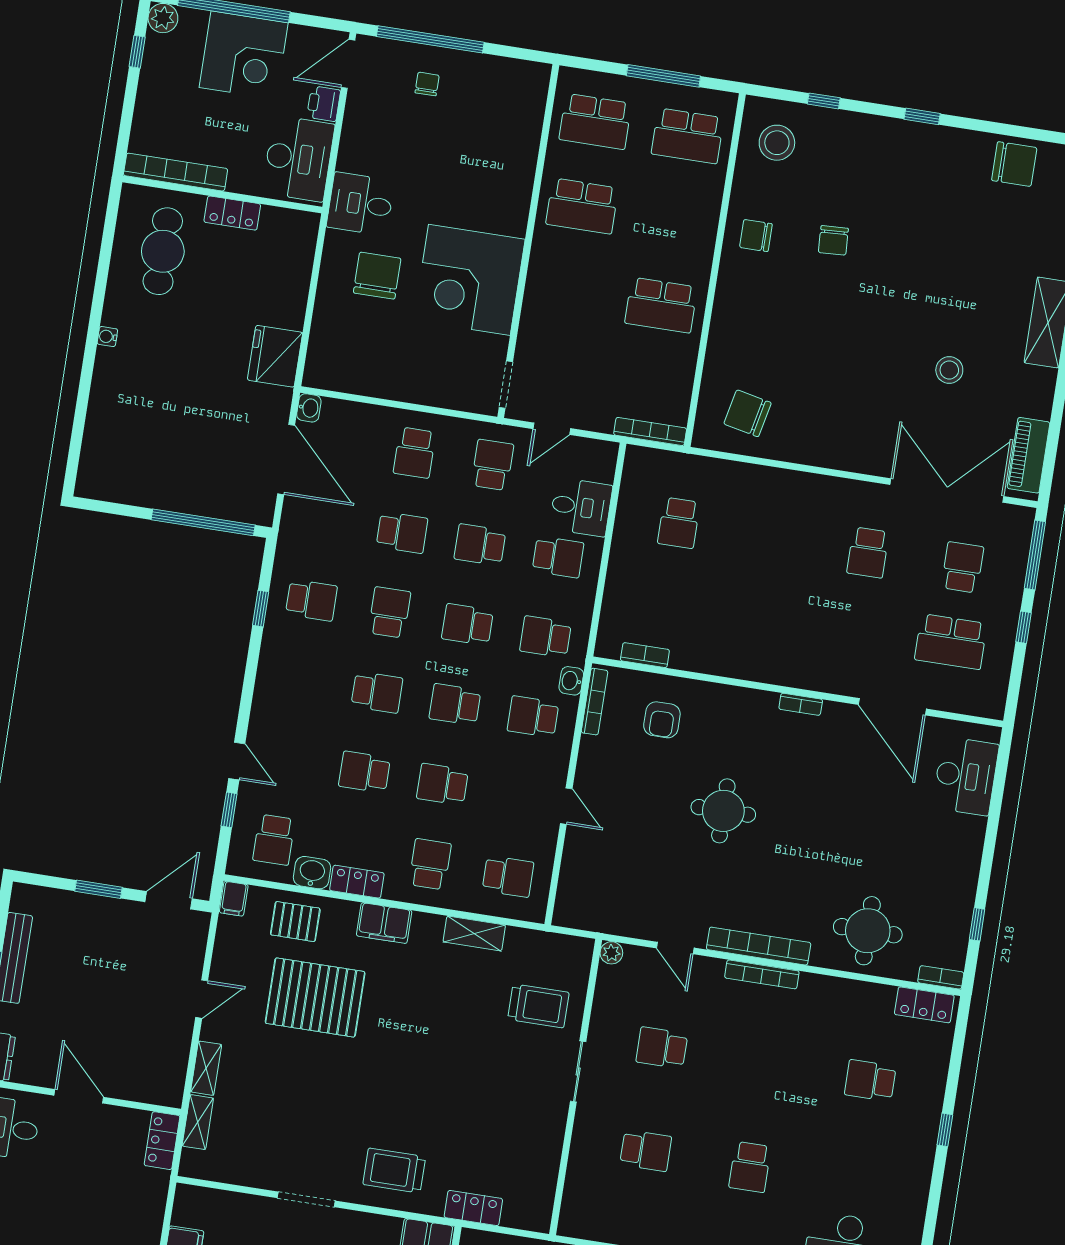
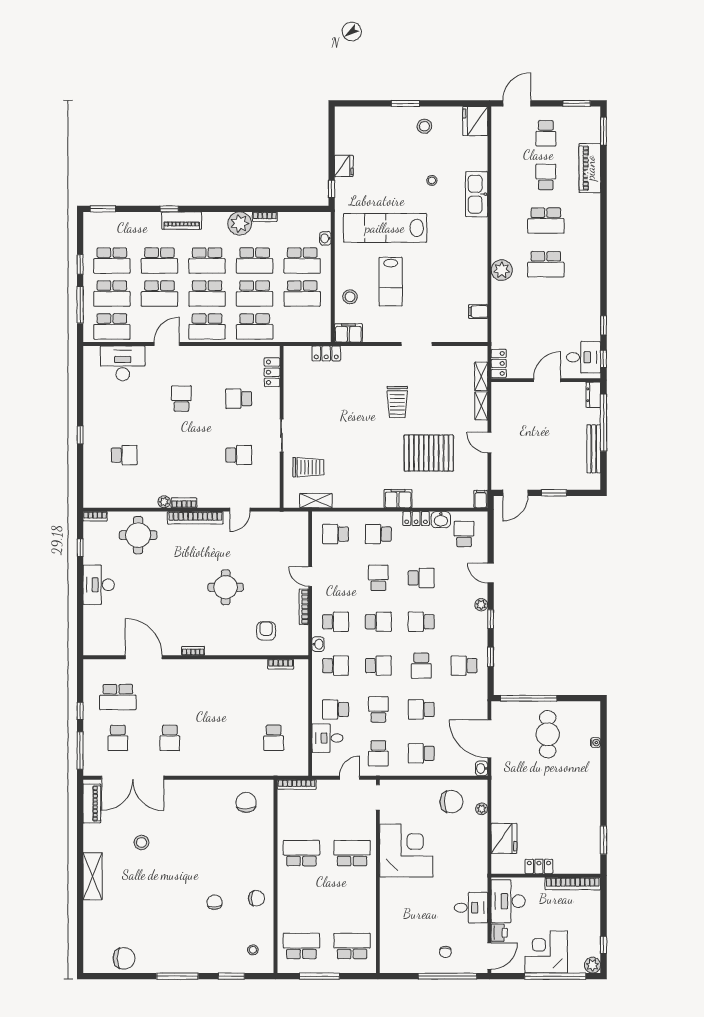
window: (824, 101) -> (231, 976), width x1.50
window: (922, 116) -> (177, 976), width x2.17
stool: (777, 143) -> (253, 950), width x0.53, depth x0.53
chair: (1014, 164) -> (124, 958), turned 180
desk: (360, 204) -> (471, 908), moved
school desk: (582, 206) -> (352, 853), moved
window: (107, 243) -> (603, 840), added
cafe table: (163, 251) -> (548, 734), moved
chair: (377, 276) -> (451, 802), moved, turned -90
plant: (320, 334) -> (482, 809), added
water cooler: (107, 337) -> (596, 743), moved
fridge: (275, 356) -> (504, 838), moved
chair: (747, 413) -> (246, 802), turned -102
school desk: (414, 453) -> (421, 753), turned -90
school desk: (679, 523) -> (274, 738), turned 180
school desk: (480, 545) -> (378, 709), turned -90
school desk: (868, 553) -> (170, 738), turned 180
school desk: (951, 642) -> (118, 697), turned 180
bookcase: (594, 702) -> (304, 607), moved
plant: (263, 706) -> (481, 605), added
desk: (966, 776) -> (99, 585), moved
school desk: (442, 784) -> (378, 578), turned -90
window: (229, 810) -> (491, 619), moved
school desk: (430, 864) -> (378, 534), turned 90
pallet: (295, 922) -> (446, 492), removed
shelving: (474, 933) -> (316, 501), moved
door: (675, 948) -> (240, 510), swing flipped
plant: (611, 953) -> (164, 502), moved
bookcase: (762, 974) -> (184, 503), width x0.64
door: (202, 999) -> (489, 443), hinge flipped
locker: (924, 1005) -> (272, 372), moved, turned -90
trolley: (538, 1006) -> (308, 467), turned 180
door: (79, 1096) -> (547, 380), swing flipped
trolley: (394, 1171) -> (397, 402), moved, turned 90

